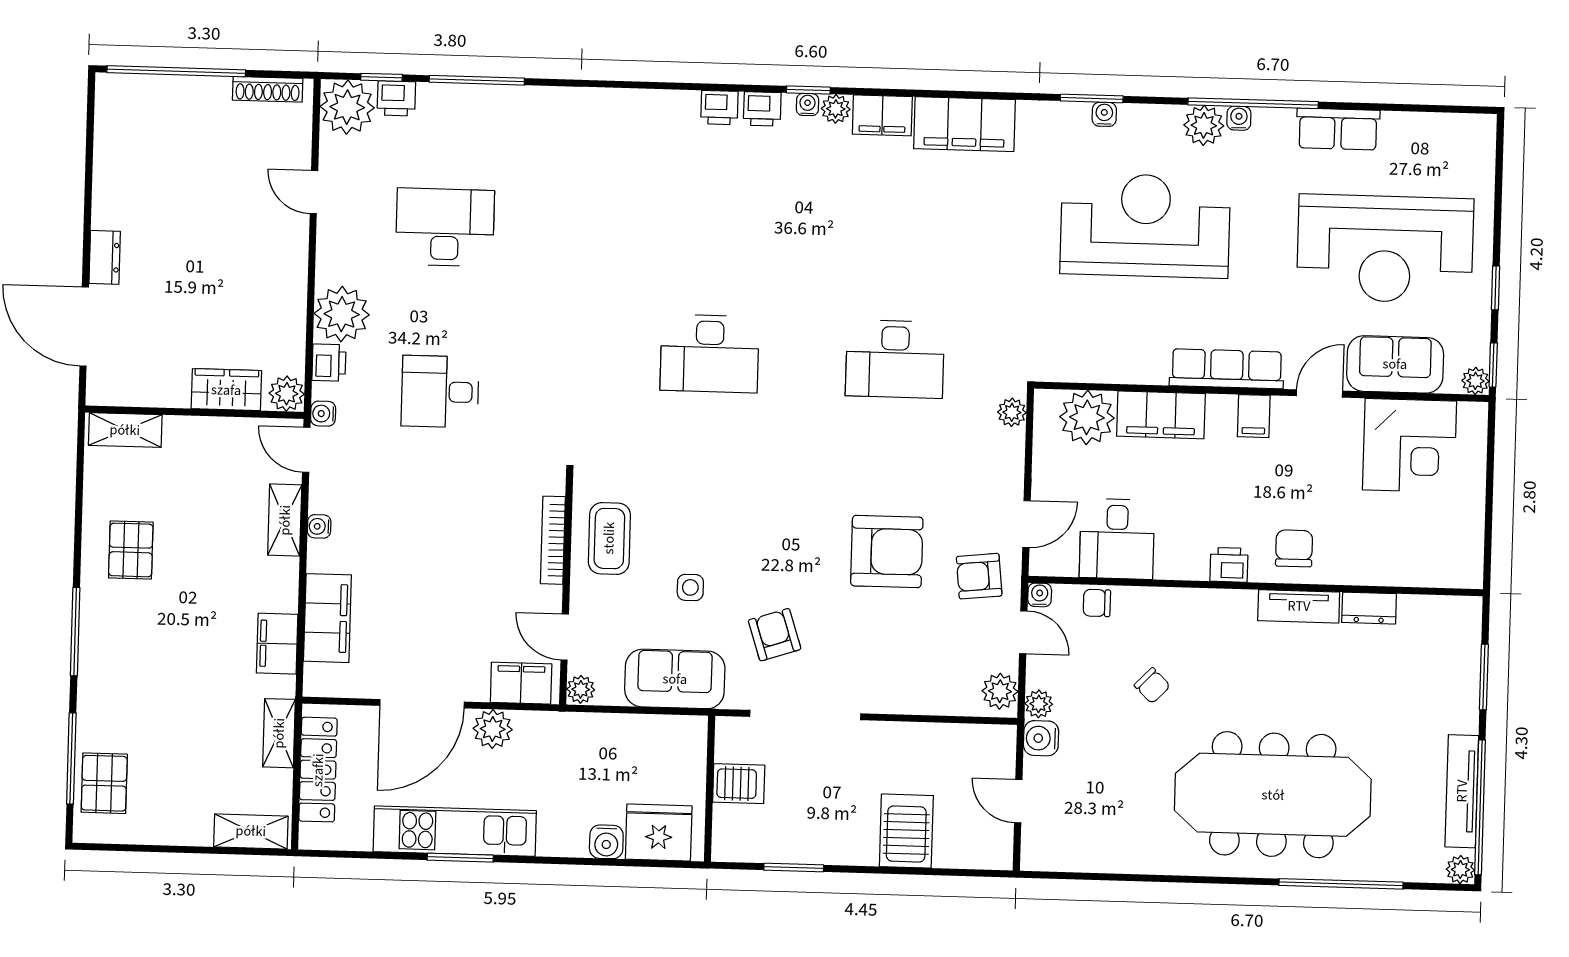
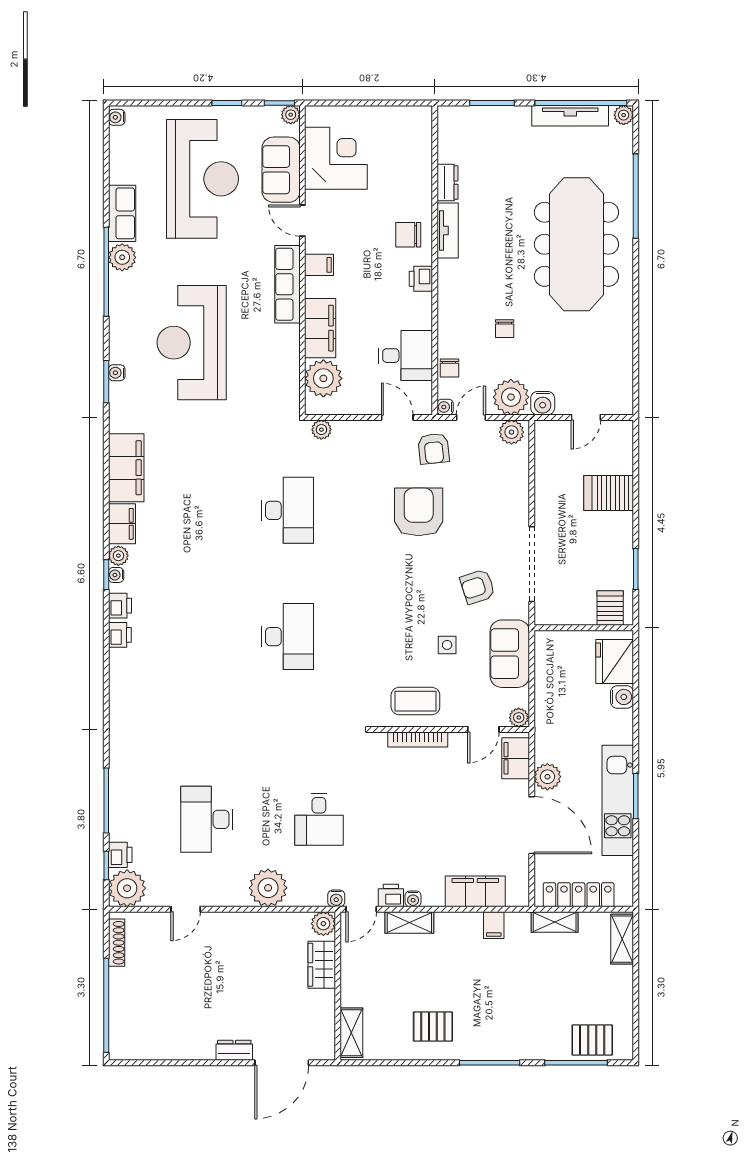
water cooler: (1239, 118) -> (117, 117), moved
plant: (1204, 125) -> (122, 257), moved
printer: (329, 363) -> (391, 895), moved
filing cabinet: (277, 644) -> (494, 925), width x0.50
chair: (1152, 686) -> (505, 329), turned 136
plant: (1039, 704) -> (511, 397), width x1.88, depth x1.88
server rack: (739, 784) -> (610, 608), moved

